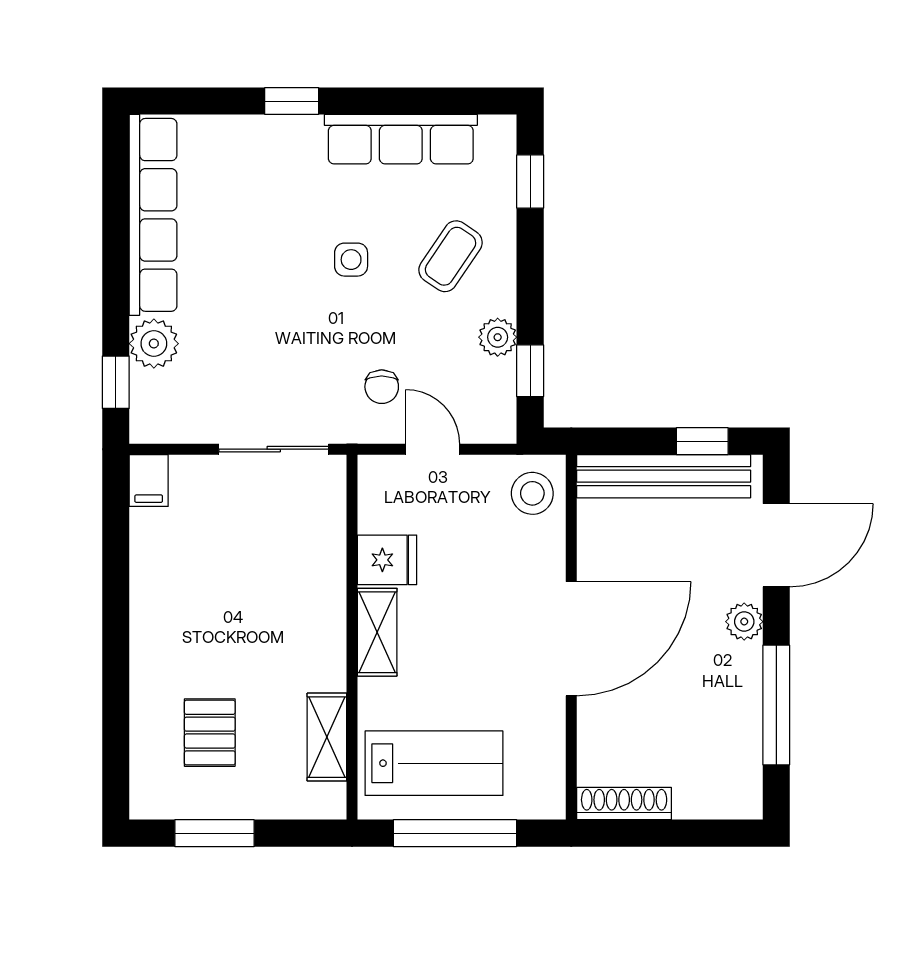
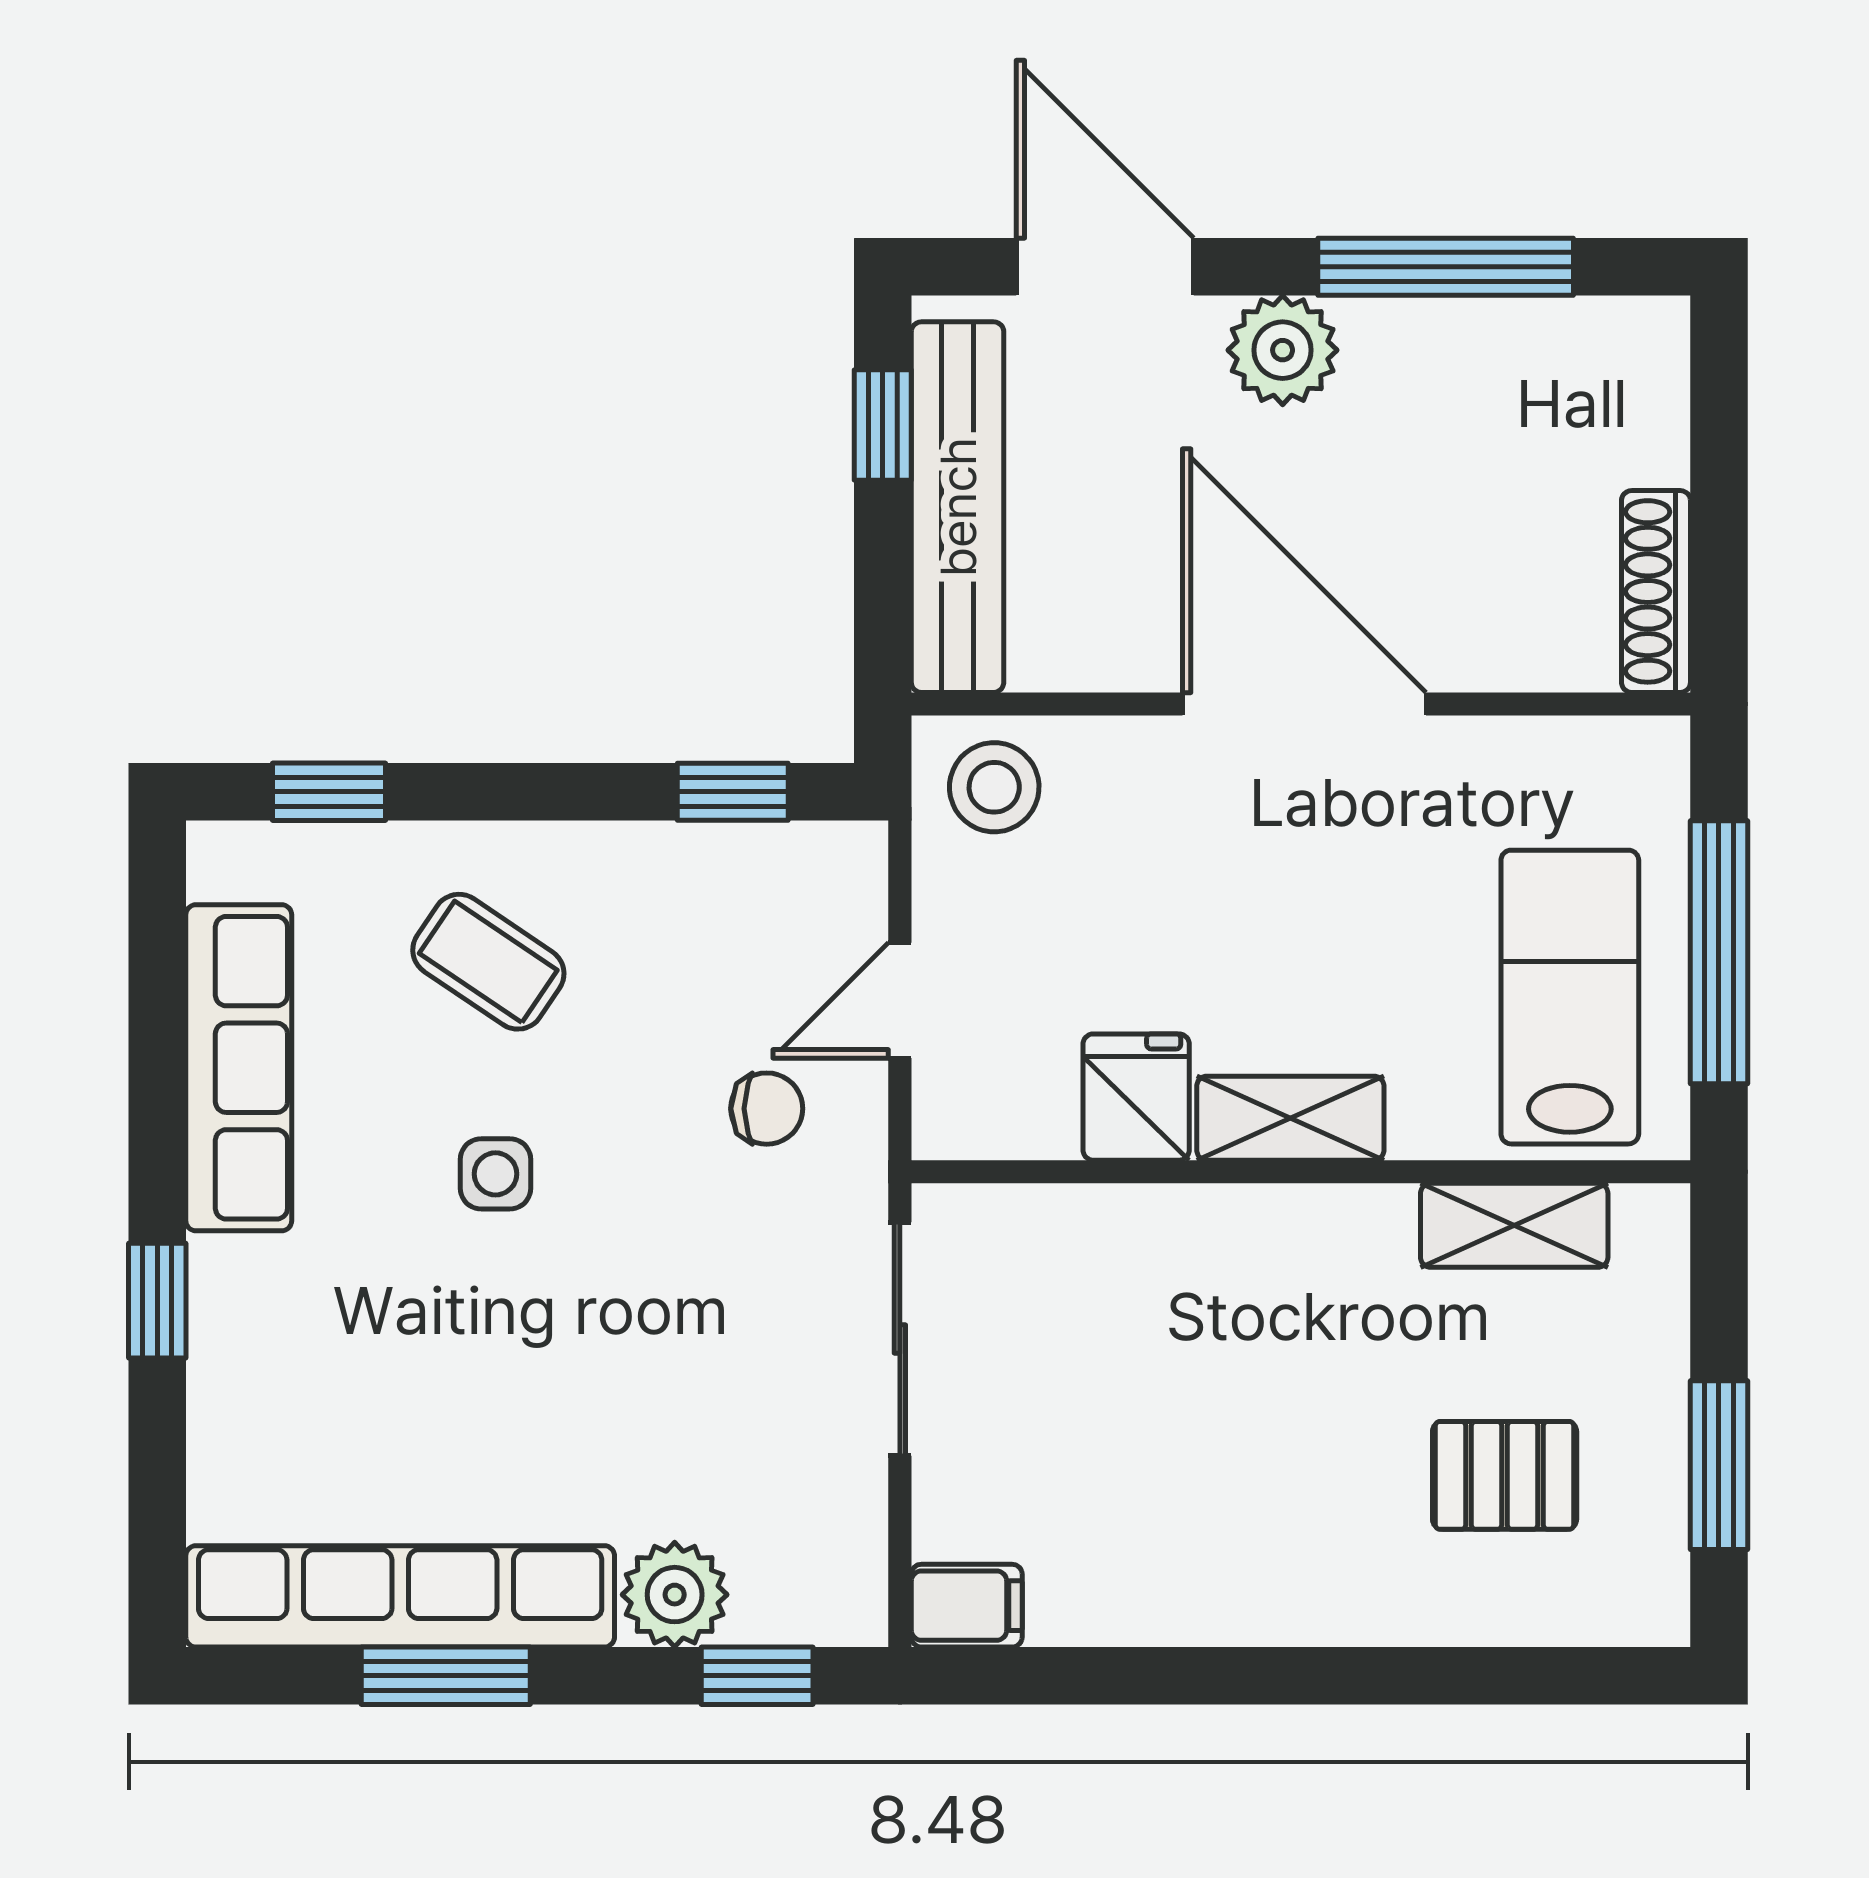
window: (116, 236) -> (446, 1676), added
plant: (498, 337) -> (661, 861), removed
plant: (744, 622) -> (1283, 350), width x1.38, depth x1.38

